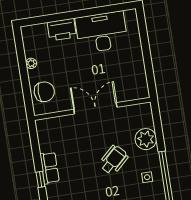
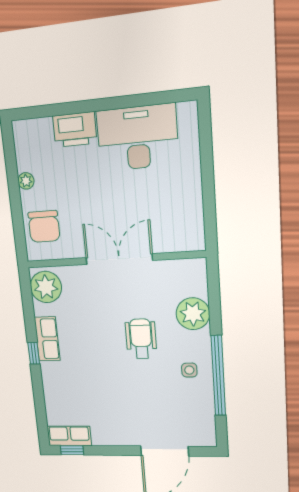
chair: (44, 92) -> (44, 227), turned 90
plant: (47, 132) -> (46, 287), added
wheelchair: (114, 160) -> (141, 339), turned -47

